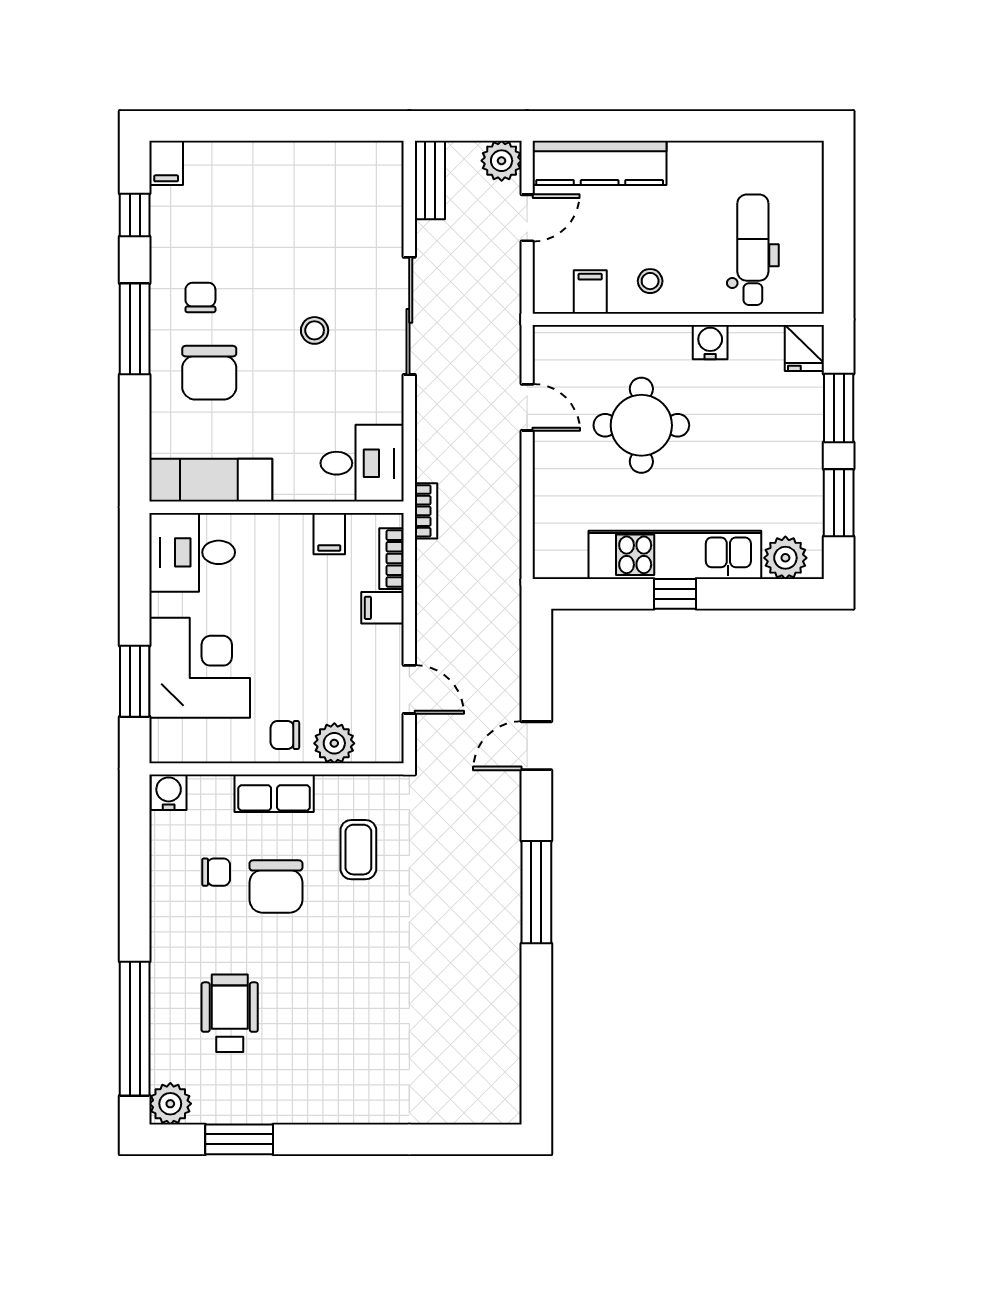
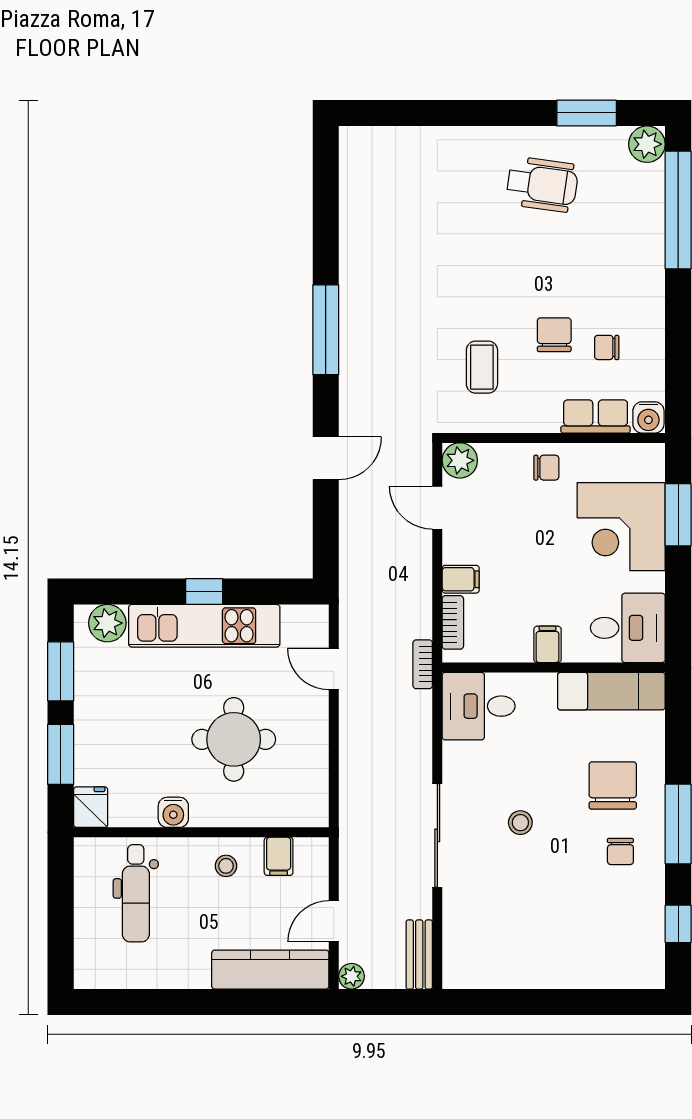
plant: (502, 161) -> (352, 976), width x0.73, depth x0.73
filing cabinet: (166, 163) -> (651, 970), removed
door: (527, 407) -> (334, 669), moved
filing cabinet: (329, 534) -> (548, 644), moved
plant: (334, 743) -> (460, 460), moved
row of seats: (274, 793) -> (596, 416), moved
chair: (276, 887) -> (554, 335), width x0.73, depth x0.73
wheelchair: (230, 1013) -> (542, 184), moved, turned -82

